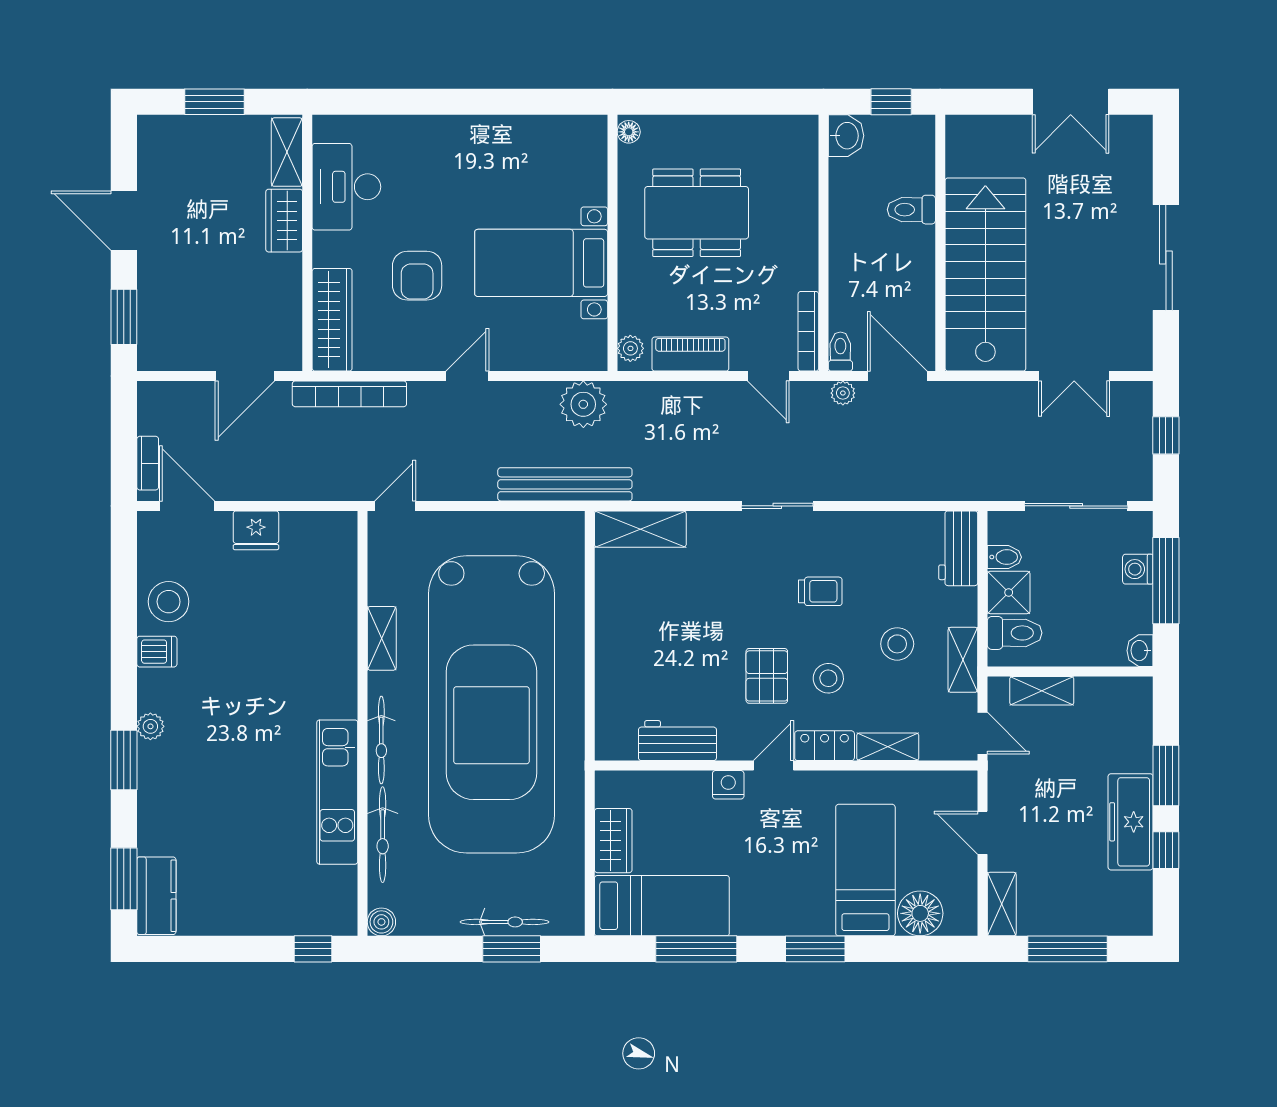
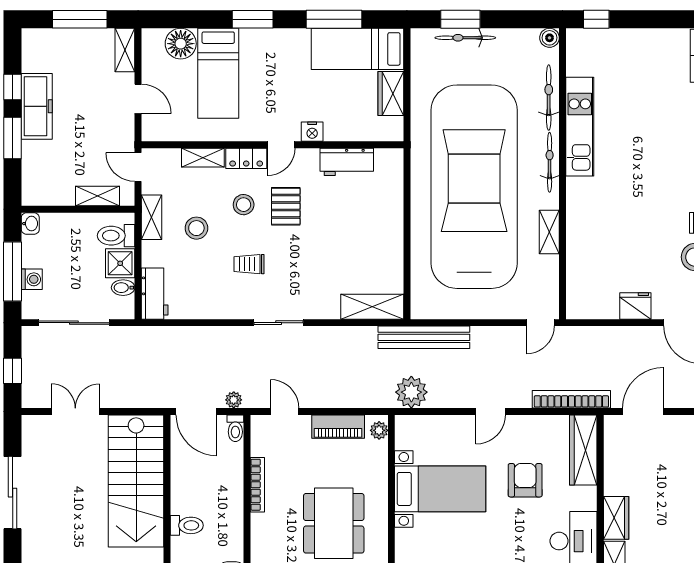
dining table: (697, 213) -> (334, 523), turned 90
bookcase: (808, 331) -> (257, 485), moved

